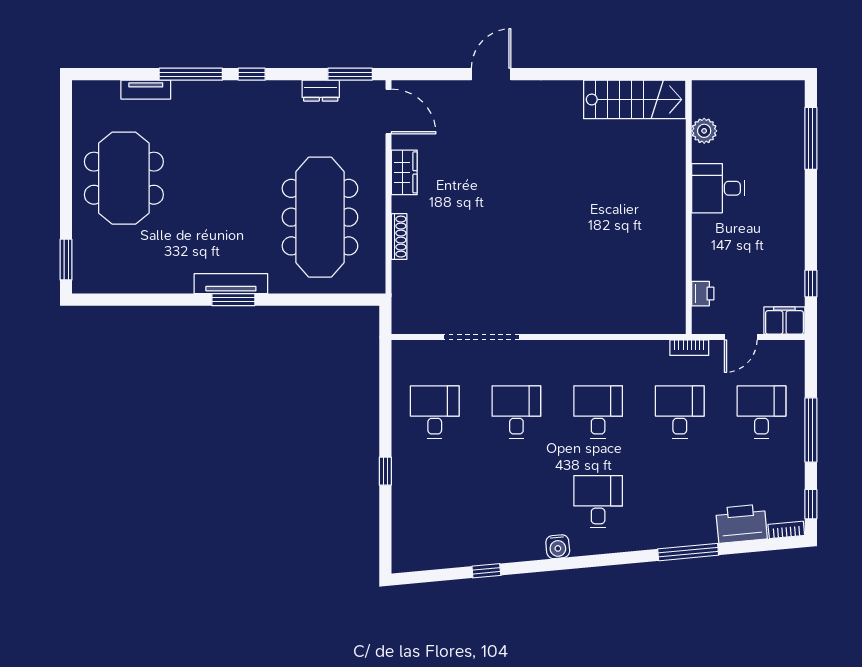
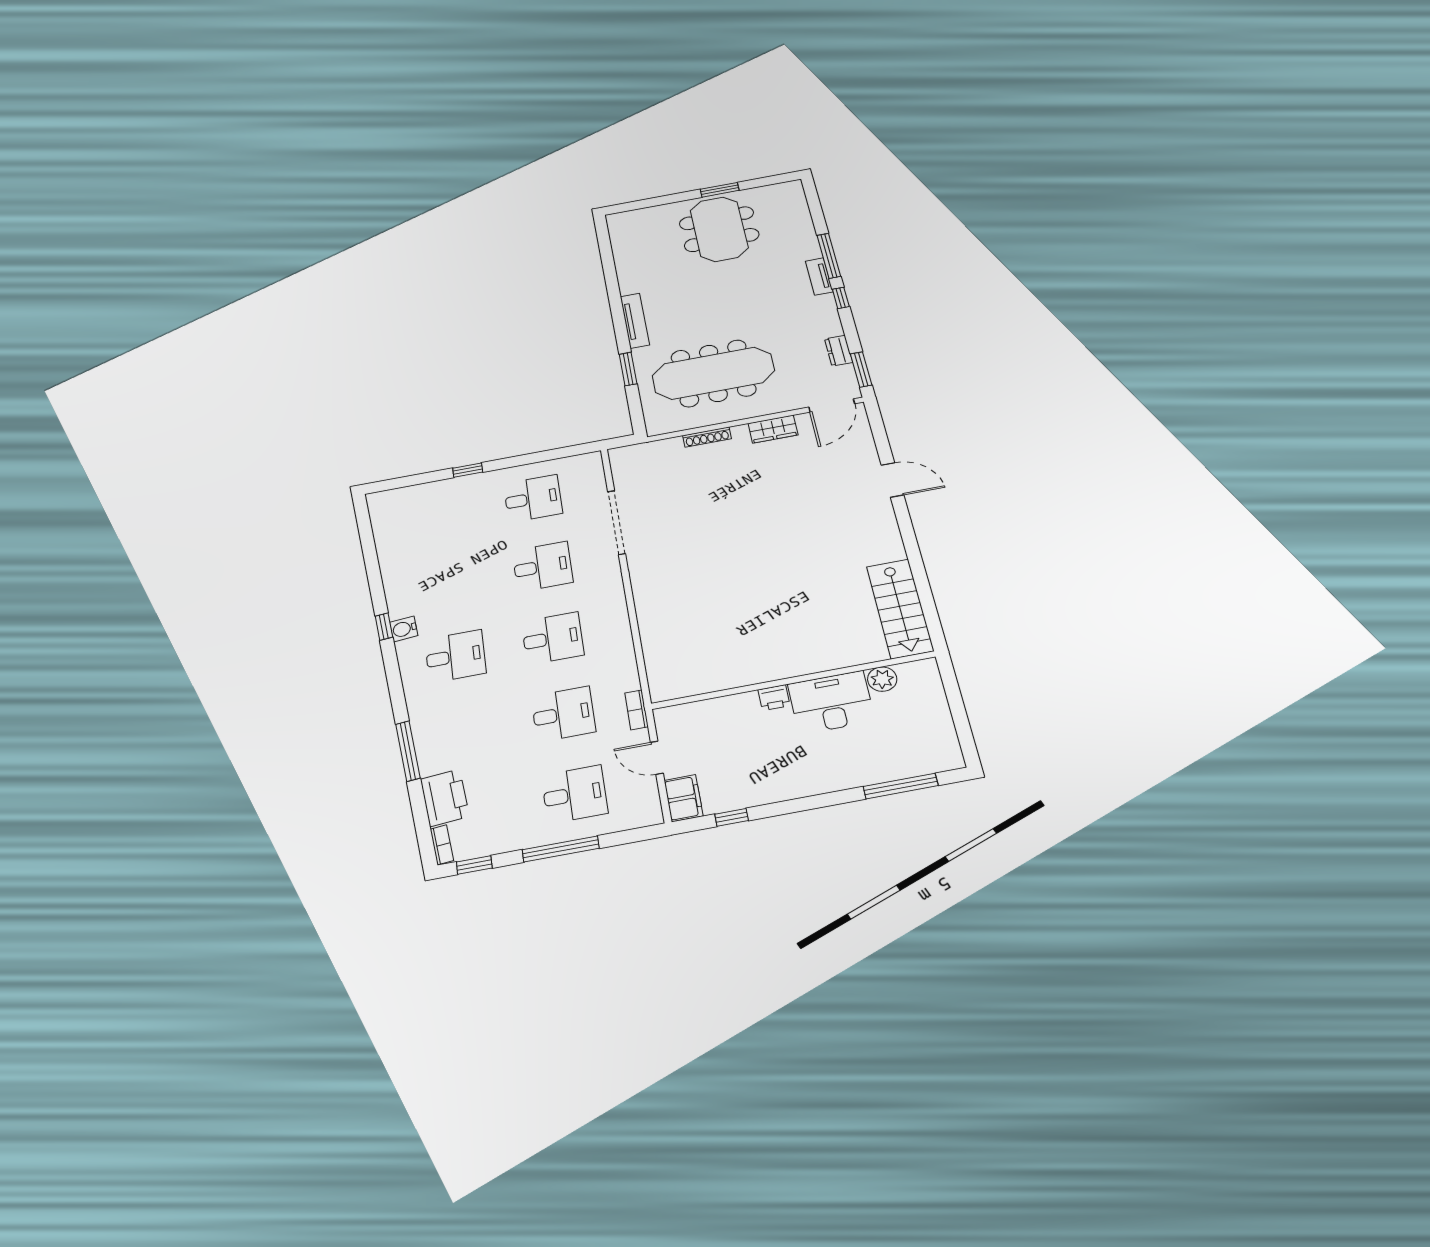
tv unit: (146, 90) -> (819, 276), moved
meeting table: (124, 178) -> (719, 229), turned 90
desk: (718, 188) -> (831, 702), width x1.37
window: (66, 260) -> (720, 190), moved
printer: (703, 294) -> (774, 698), moved
window: (233, 300) -> (628, 369), moved
window: (486, 571) -> (384, 627), moved

